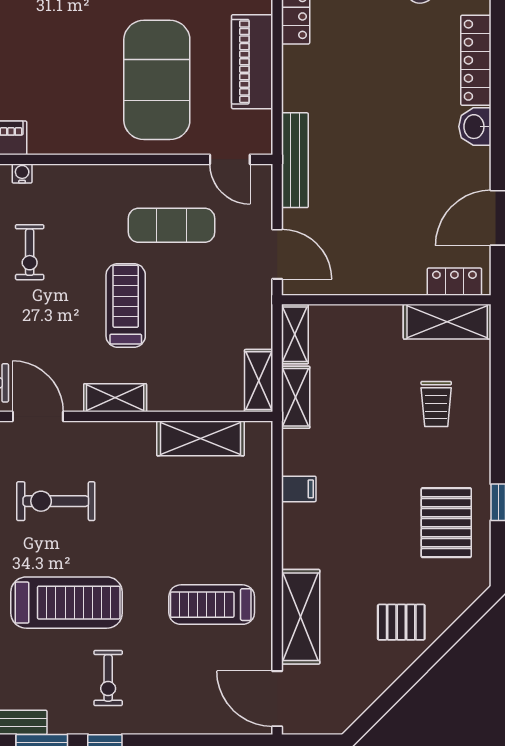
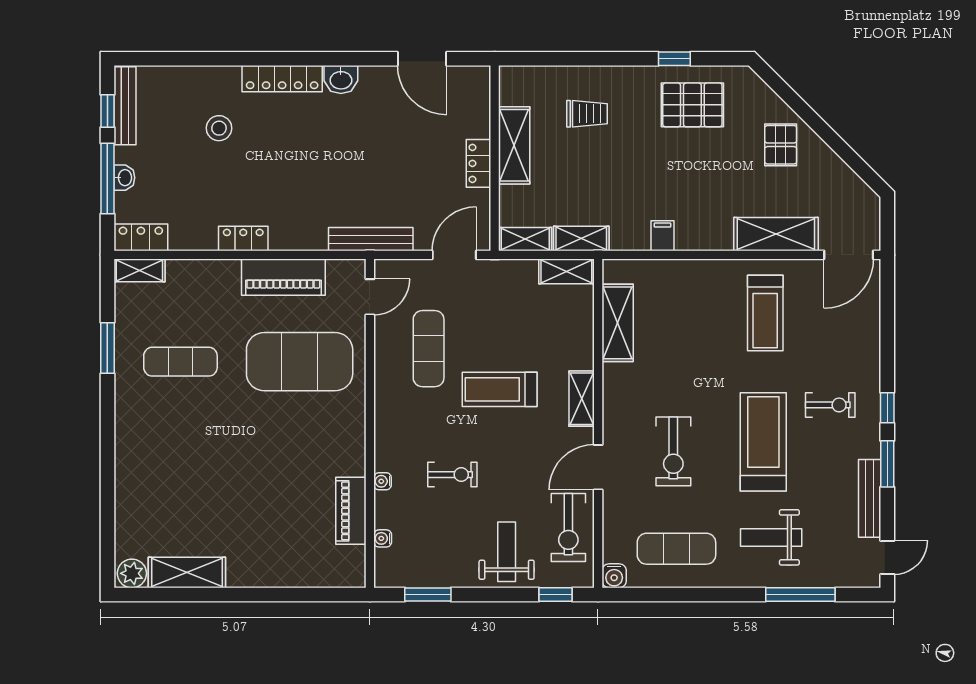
locker: (454, 282) -> (479, 163), moved
shelving: (447, 322) -> (514, 145), moved

